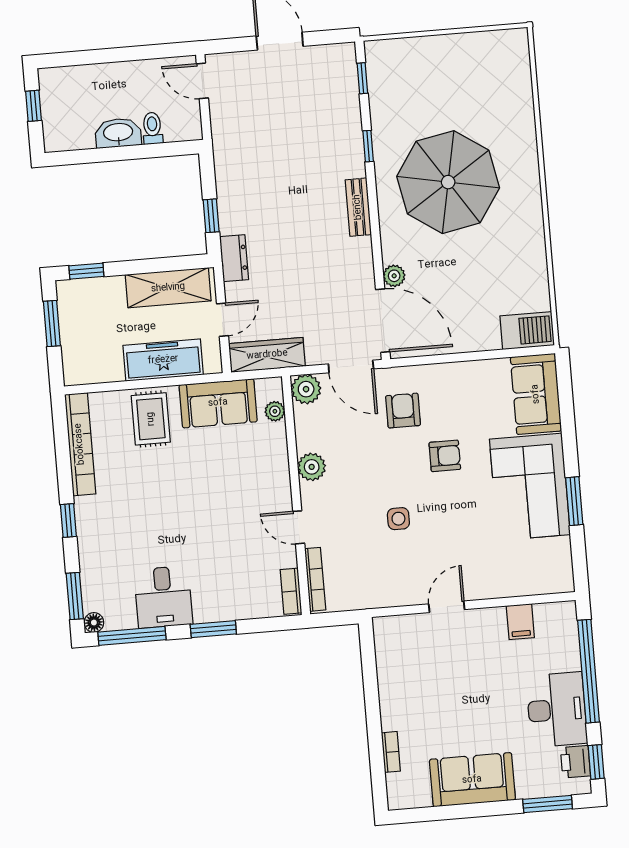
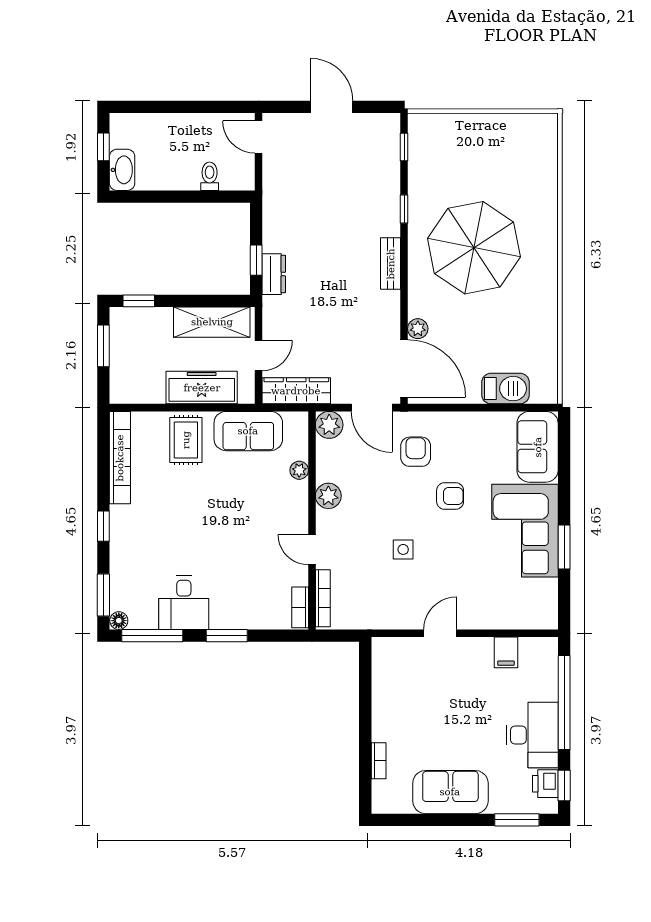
washbasin: (118, 133) -> (122, 170), moved, turned 90
dresser: (234, 258) -> (274, 274), moved
barbecue: (527, 331) -> (506, 389), moved
plant: (275, 411) -> (299, 470), moved

